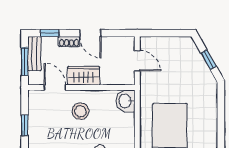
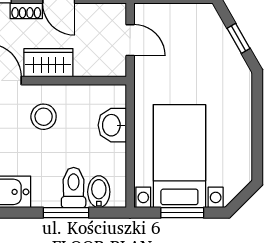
washbasin: (126, 101) -> (112, 125), moved

